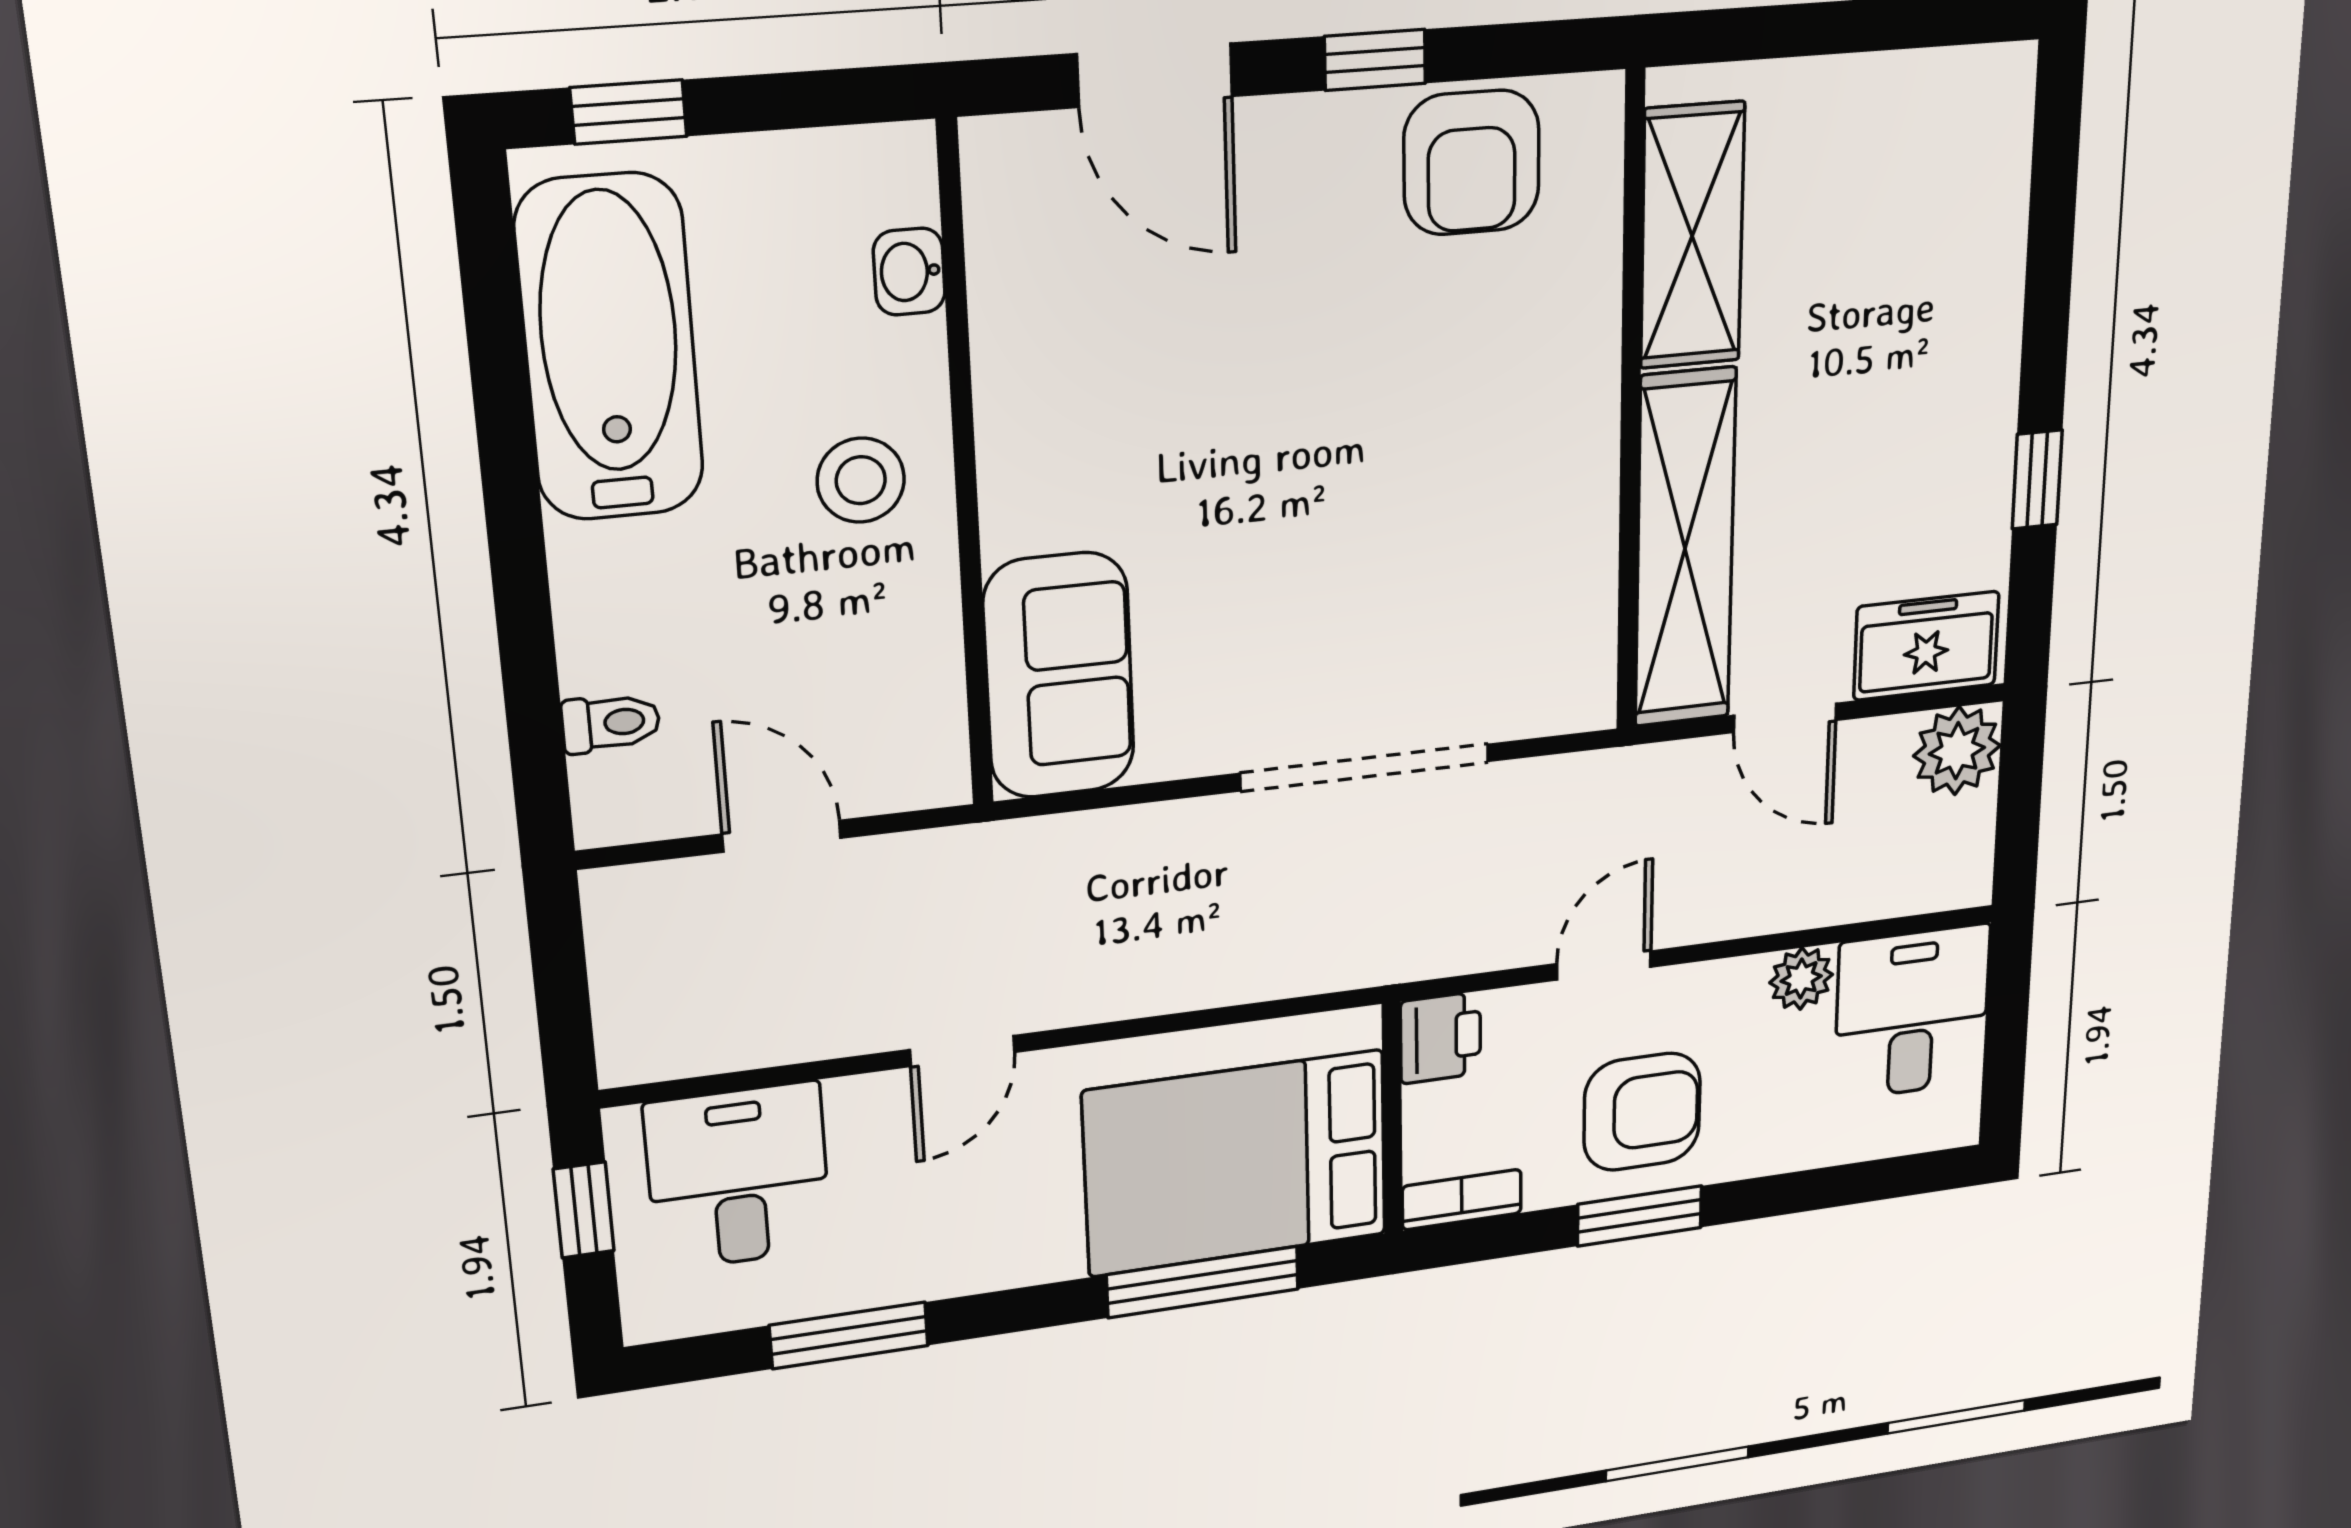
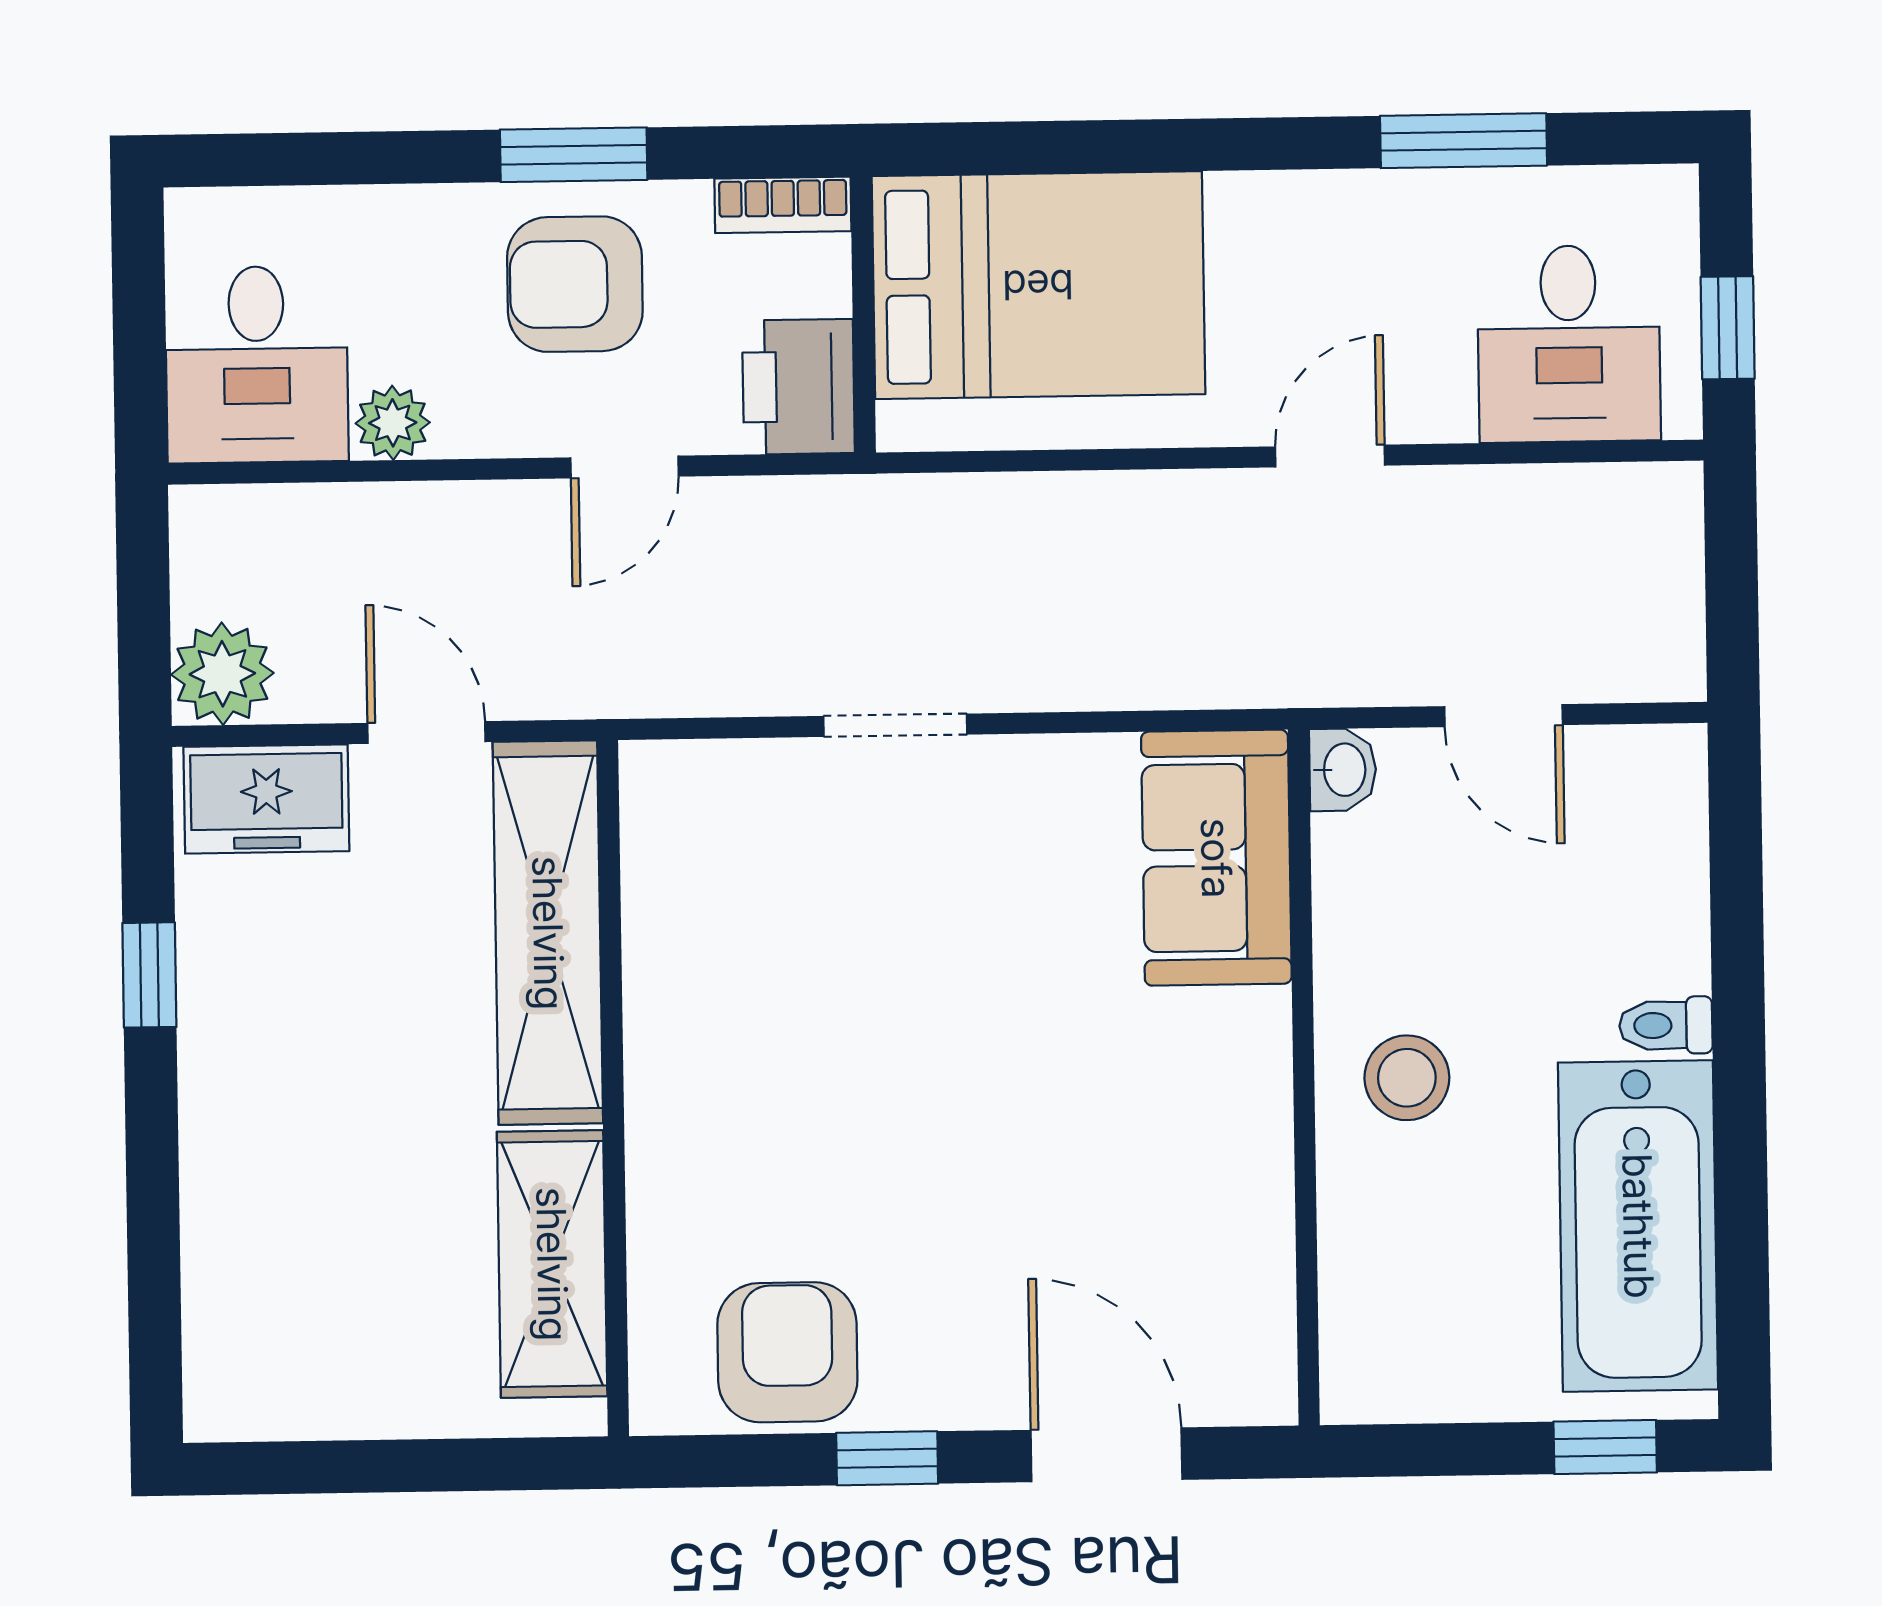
washbasin: (909, 272) -> (1343, 770), moved
toilet: (611, 723) -> (1666, 1025), moved
doorway: (1365, 767) -> (895, 725), width x0.53
printer: (1441, 1038) -> (798, 387), width x1.36, depth x1.24
window: (1203, 1282) -> (1077, 147), removed

